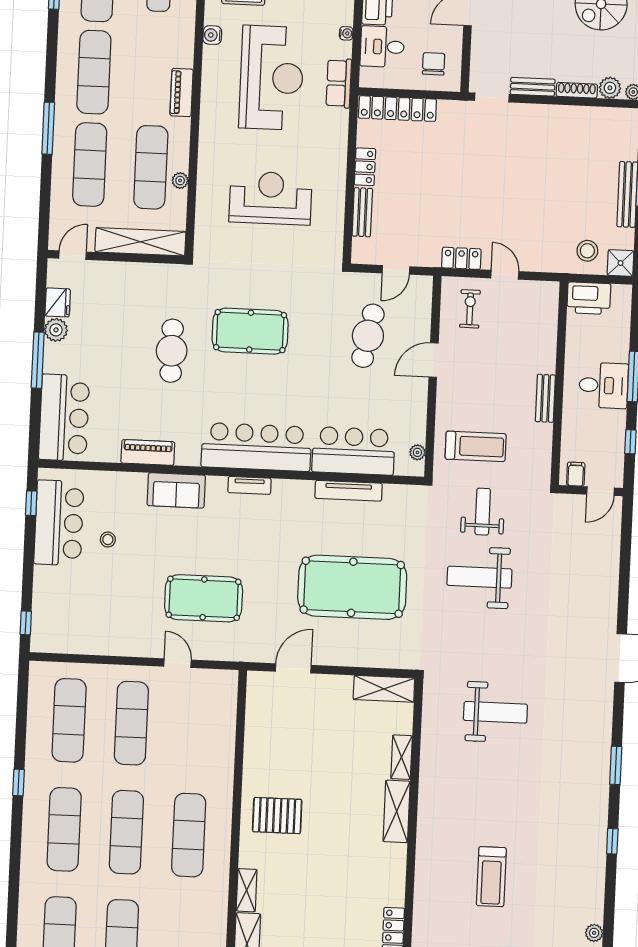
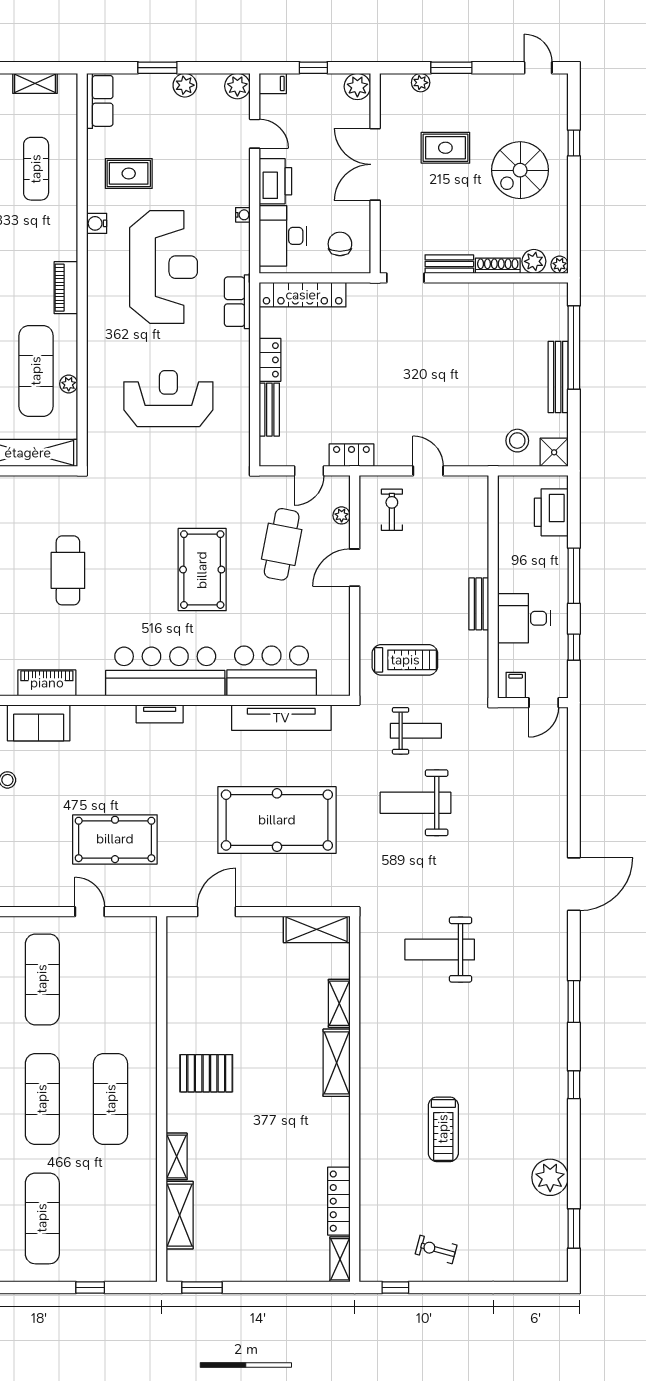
desk: (382, 47) -> (283, 236), width x1.37
row of seats: (339, 83) -> (237, 302), moved
locker: (461, 258) -> (351, 455), moved
printer: (589, 298) -> (551, 512), moved, turned 90
pool table: (250, 331) -> (202, 570), moved, turned 90
desk: (604, 385) -> (524, 618), moved, turned 180
plant: (417, 452) -> (342, 515), moved
sofa: (176, 490) -> (39, 723), moved
tv unit: (349, 491) -> (281, 718), width x1.36, depth x1.29
weight bench: (483, 512) -> (416, 731), turned 90
weight bench: (495, 712) -> (440, 950), turned 180
plant: (594, 933) -> (550, 1177), width x1.87, depth x1.87

